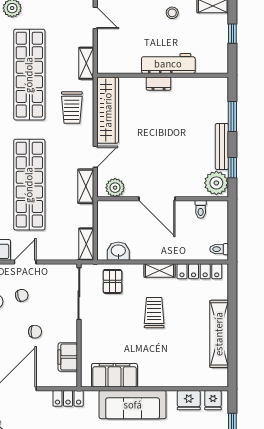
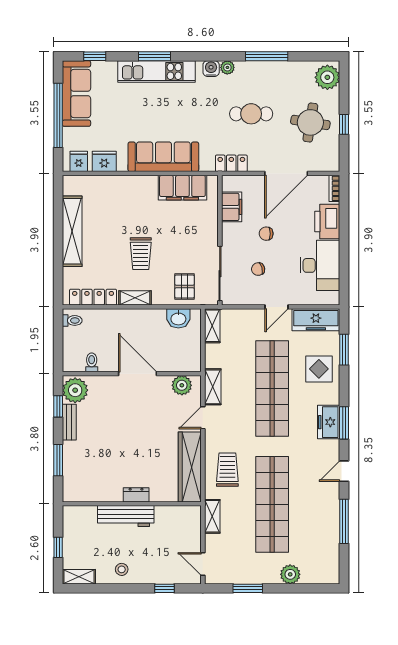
bench: (222, 146) -> (69, 422), width x0.73
chair: (22, 295) -> (258, 269), moved

